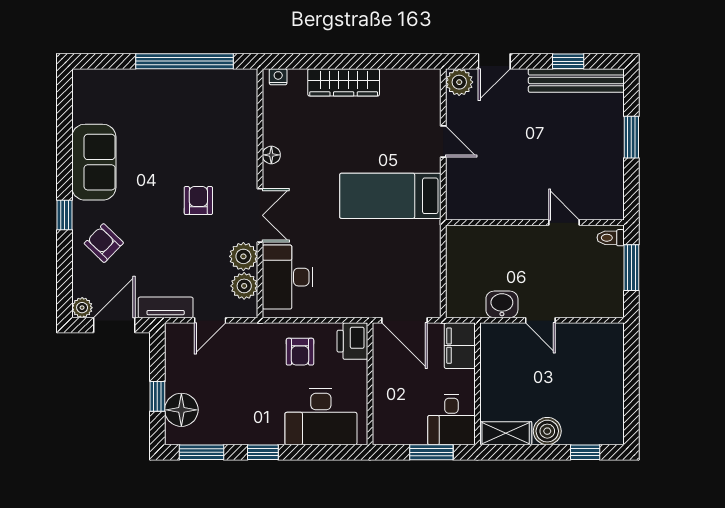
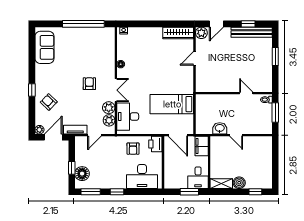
wardrobe: (344, 82) -> (178, 33), moved
door: (443, 142) -> (195, 58), swing flipped
sofa: (94, 162) -> (44, 47), moved
bed: (390, 196) -> (172, 104), moved

